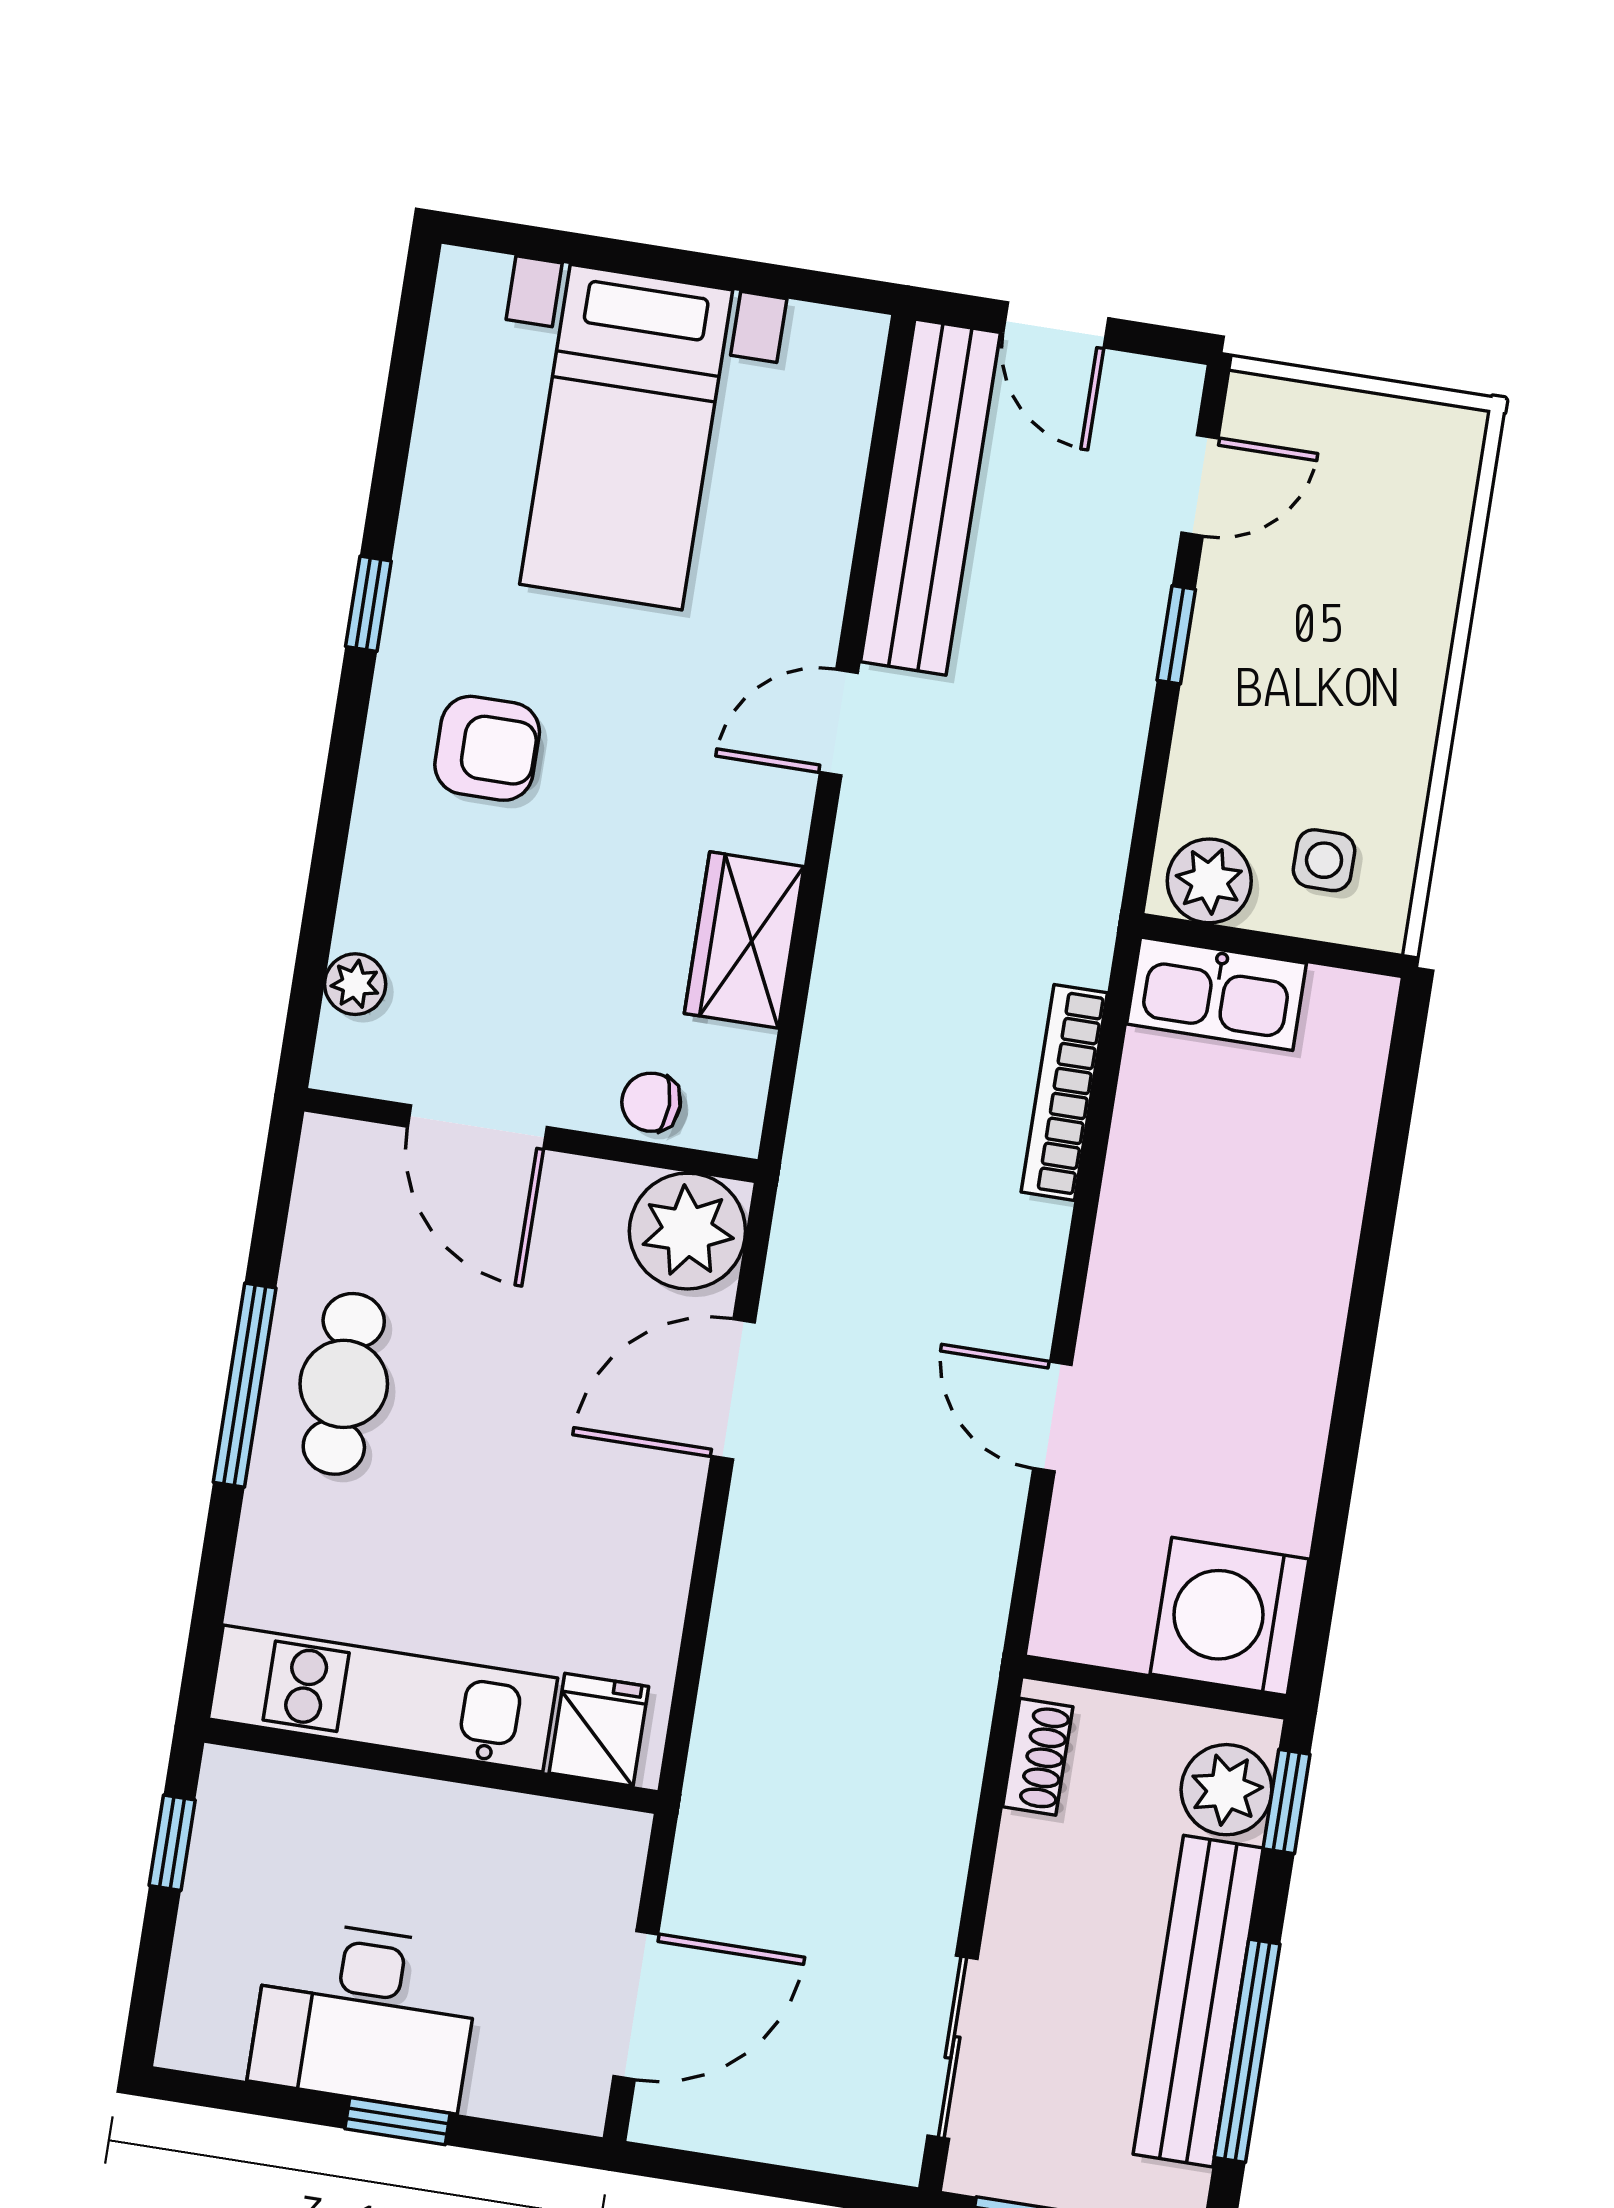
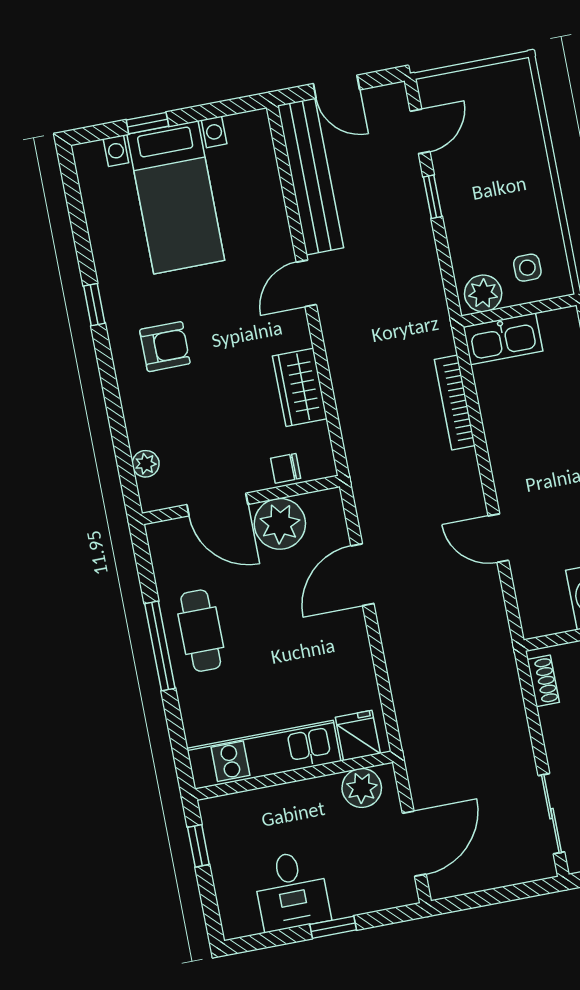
window: (623, 256) -> (147, 123), added
plant: (687, 1231) -> (280, 524), moved
plant: (566, 1845) -> (362, 788), added
desk: (365, 2015) -> (291, 891), width x0.73

